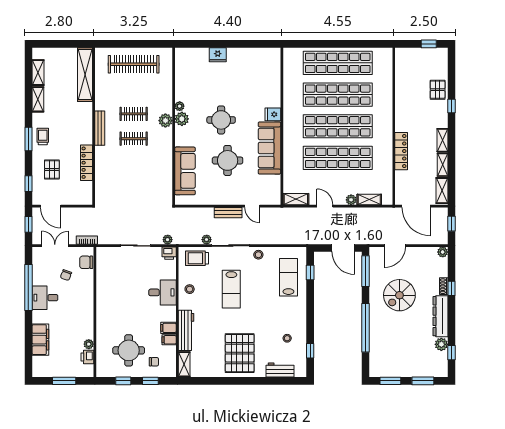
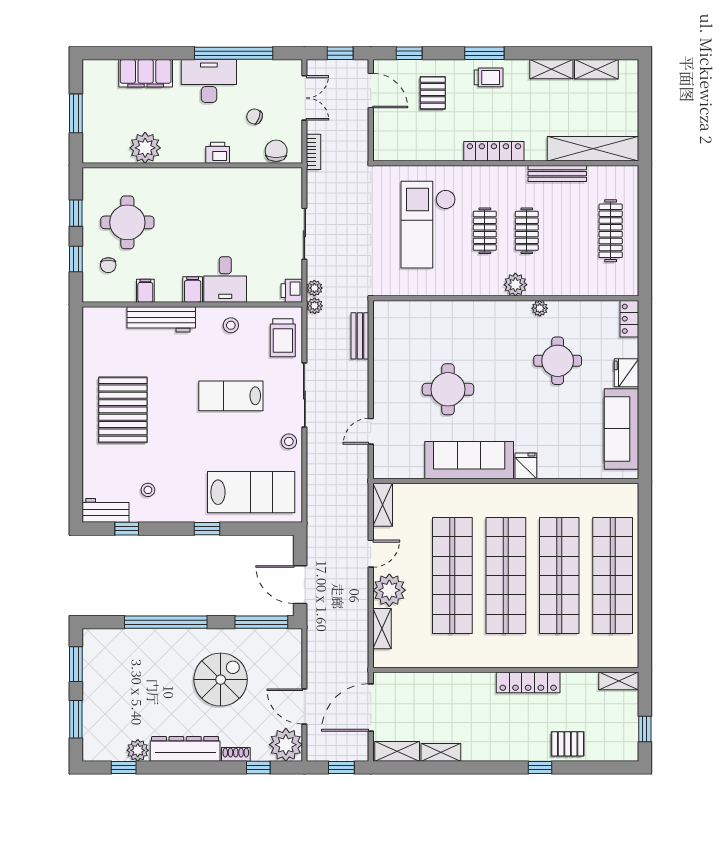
locker: (186, 53) -> (629, 319), added
clothes rail: (134, 64) -> (611, 231), width x0.73, depth x0.76
plant: (182, 119) -> (518, 312), removed
round table: (221, 120) -> (558, 361), moved
bench: (100, 128) -> (557, 174), moved
shelving: (443, 140) -> (619, 681), moved
locker: (401, 151) -> (528, 682), moved
locker: (87, 163) -> (494, 151), moved
pallet: (52, 170) -> (433, 93), turned 90
sofa: (185, 171) -> (621, 429), moved, turned 90
checkout: (130, 172) -> (428, 225), added
plant: (351, 200) -> (389, 590), width x1.87, depth x1.87
door: (51, 206) -> (371, 91), swing flipped
bench: (228, 213) -> (360, 336), moved
plant: (207, 240) -> (315, 306), moved
door: (395, 246) -> (304, 707), moved
door: (343, 248) -> (300, 585), hinge flipped
plant: (443, 252) -> (286, 745), width x1.87, depth x1.87
trolley: (197, 258) -> (283, 338), turned 180
window: (310, 273) -> (207, 529), moved
lab bench: (288, 277) -> (251, 492), width x1.36, depth x1.39
window: (452, 288) -> (258, 768), moved
spiral stairs: (399, 295) -> (221, 680), turned 90
desk: (45, 298) -> (209, 81), width x1.37
filing cabinet: (168, 328) -> (193, 290), moved
plant: (89, 344) -> (145, 148), width x1.88, depth x1.88
pallet: (240, 353) -> (123, 410), turned 90
printer: (87, 357) -> (218, 153), moved
shelving: (184, 364) -> (104, 316), removed
workbench: (280, 370) -> (106, 510), moved, turned -90

